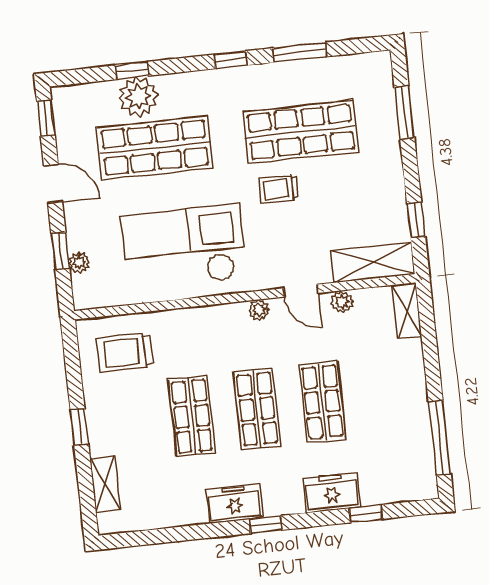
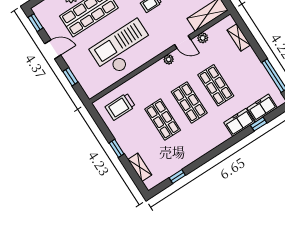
plant: (79, 263) -> (81, 78), removed
shelving: (407, 311) -> (239, 37), moved
freezer: (235, 503) -> (262, 108), moved
window: (266, 525) -> (177, 176), moved

